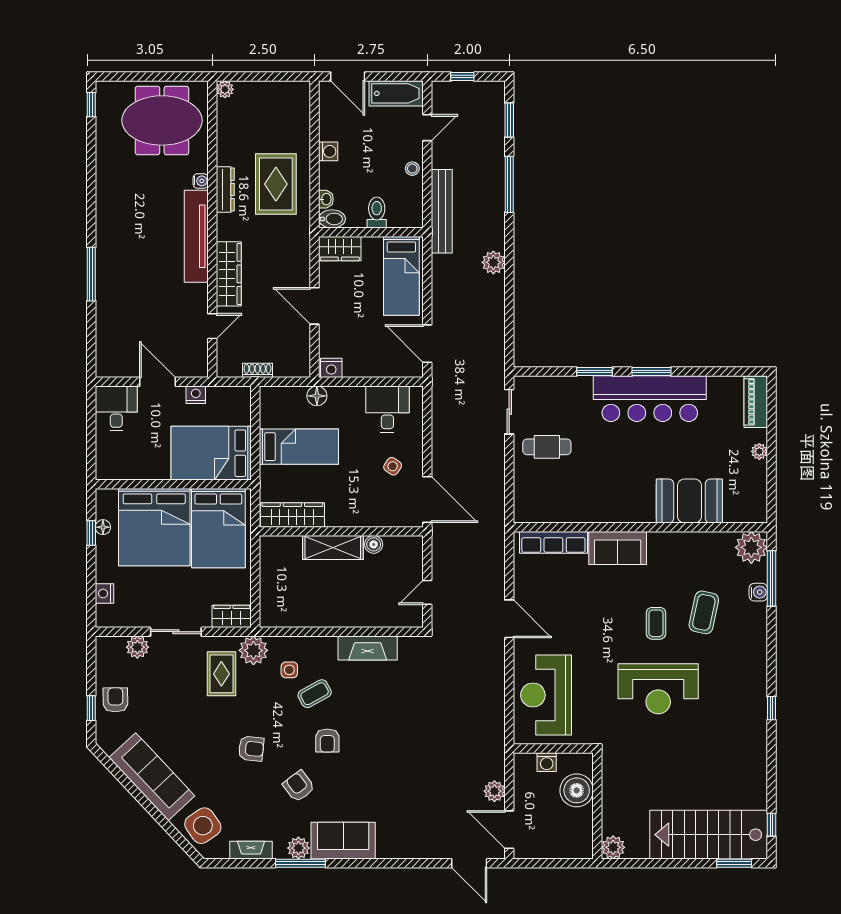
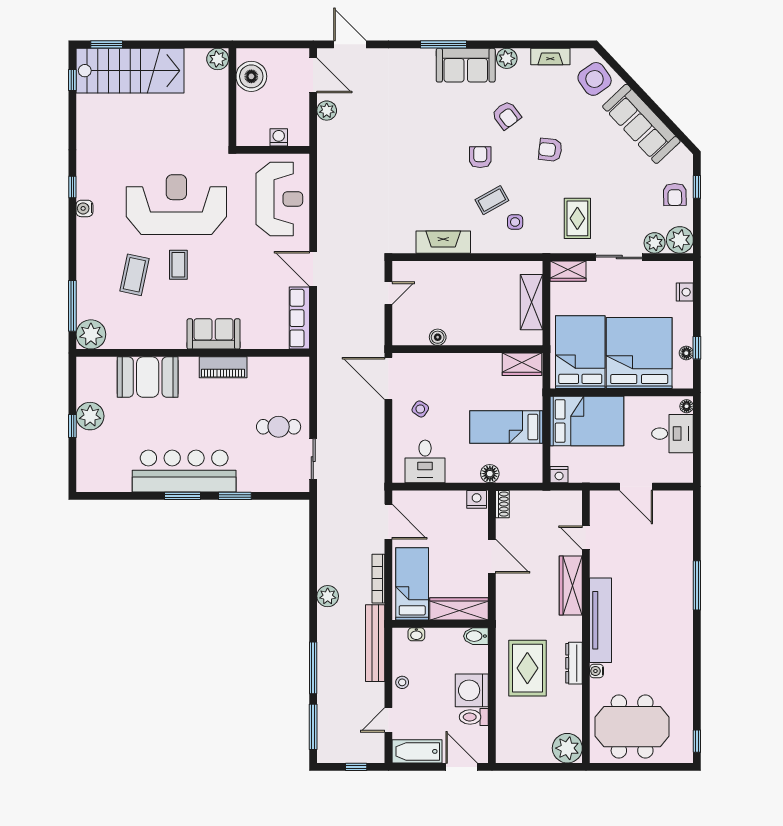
plant: (225, 89) -> (567, 748), width x1.88, depth x1.88
window: (509, 120) -> (313, 727), width x1.44
washing machine: (328, 151) -> (472, 690), width x1.89, depth x1.89
washbasin: (326, 199) -> (416, 634), moved, turned -90
toilet: (377, 213) -> (474, 717), moved, turned 90
wardrobe: (340, 249) -> (459, 609), width x1.50
bookcase: (438, 282) -> (378, 579), added
door: (212, 326) -> (586, 538), hinge flipped
shoe rack: (258, 370) -> (502, 504), moved, turned -90
nightstand: (196, 395) -> (559, 475), moved
piano: (756, 402) -> (223, 367), moved, turned 90
desk: (116, 408) -> (672, 434), moved, turned -90
window: (771, 448) -> (72, 426), added
plant: (759, 451) -> (90, 416), width x1.87, depth x1.87
floor lamp: (103, 469) -> (687, 406), added
wardrobe: (292, 515) -> (522, 364), width x0.67
row of seats: (553, 542) -> (299, 318), moved, turned -90
shelving: (333, 548) -> (532, 302), moved, turned 90
water cooler: (758, 592) -> (84, 208), moved
plant: (253, 650) -> (680, 240), moved
reception desk: (658, 689) -> (176, 205), width x1.36, depth x1.30
boiler: (577, 790) -> (251, 76), moved
window: (300, 863) -> (444, 44), moved

